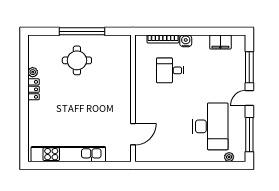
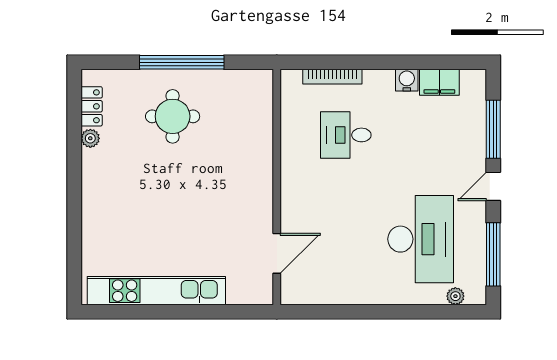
water cooler: (186, 41) -> (407, 80), moved
locker: (33, 89) -> (92, 106), moved

